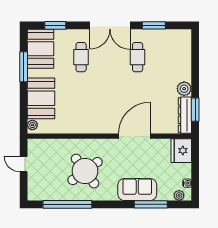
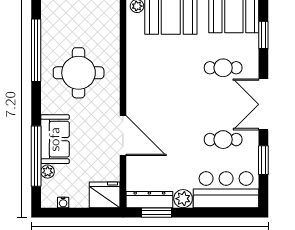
bar counter: (177, 55) -> (226, 190), added
round table: (85, 171) -> (79, 73), turned 36
plant: (179, 195) -> (48, 172), moved
window: (151, 204) -> (36, 156), width x1.46

